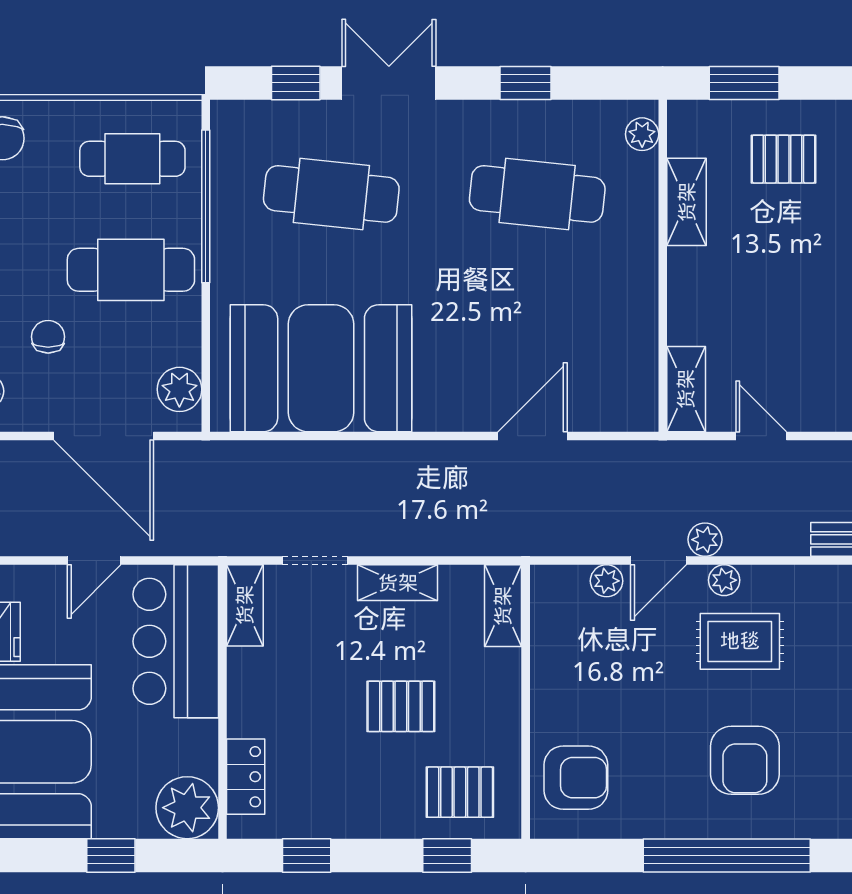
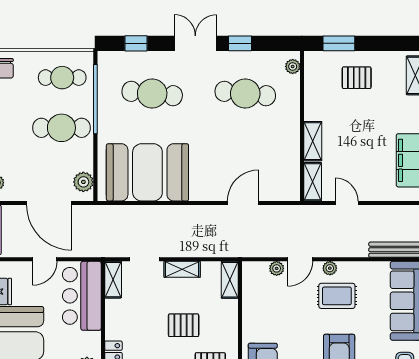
double door: (389, 83) -> (195, 43), moved
shelving: (687, 202) -> (313, 141), moved
chair: (48, 337) -> (24, 158), removed
plant: (705, 540) -> (321, 250), removed

